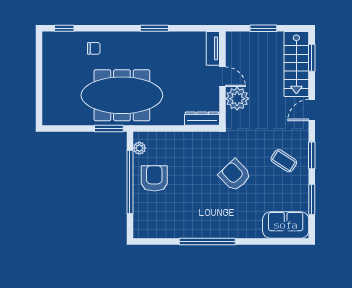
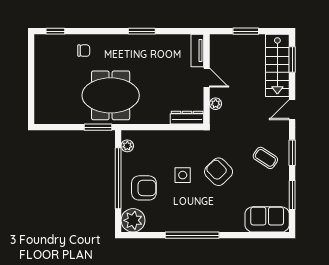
meeting table: (122, 95) -> (111, 95), width x0.73
plant: (237, 99) -> (216, 104), width x0.53, depth x0.53
armchair: (154, 178) -> (144, 188), moved, turned 90
side table: (197, 179) -> (183, 175), added
plant: (145, 226) -> (133, 220), added

